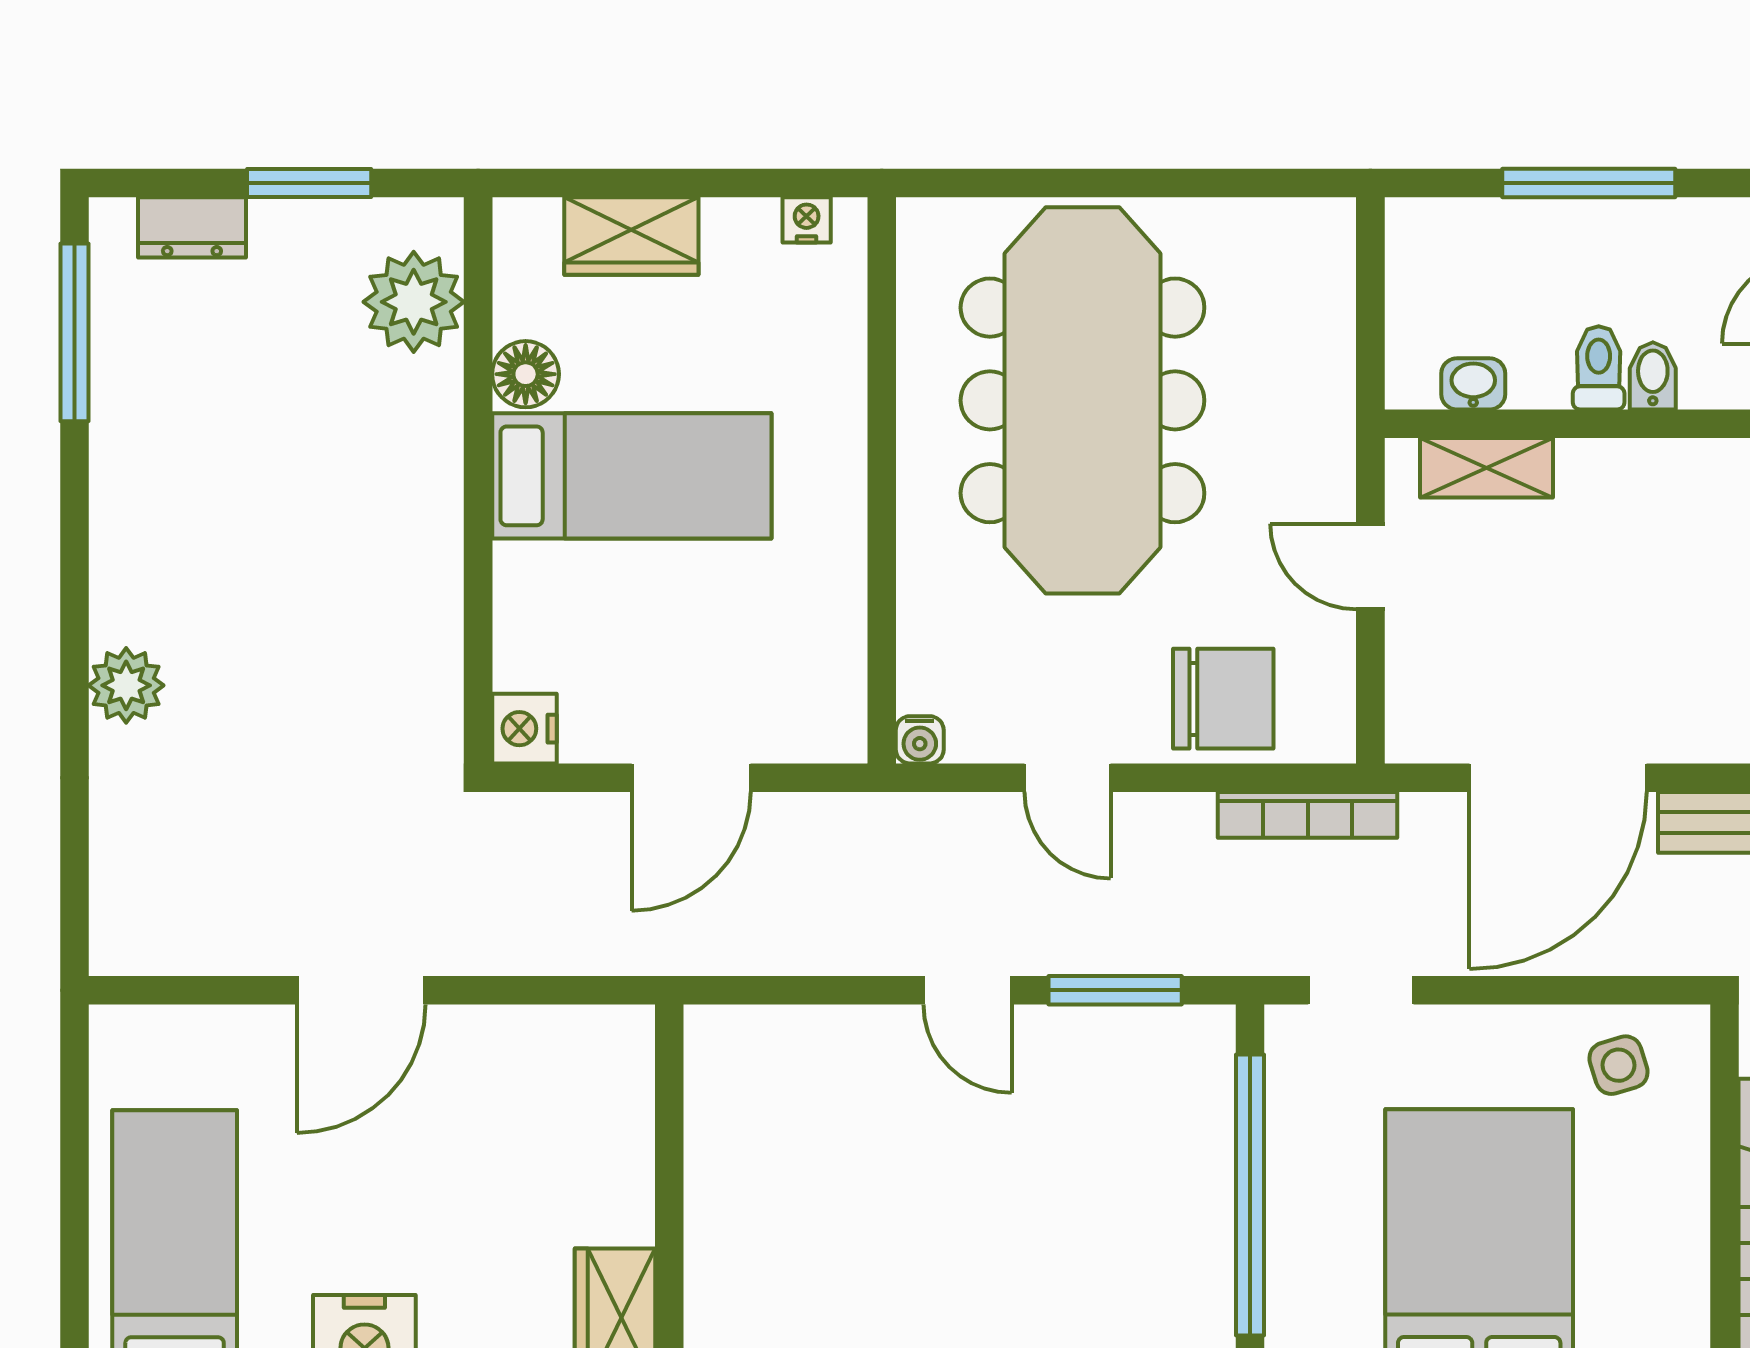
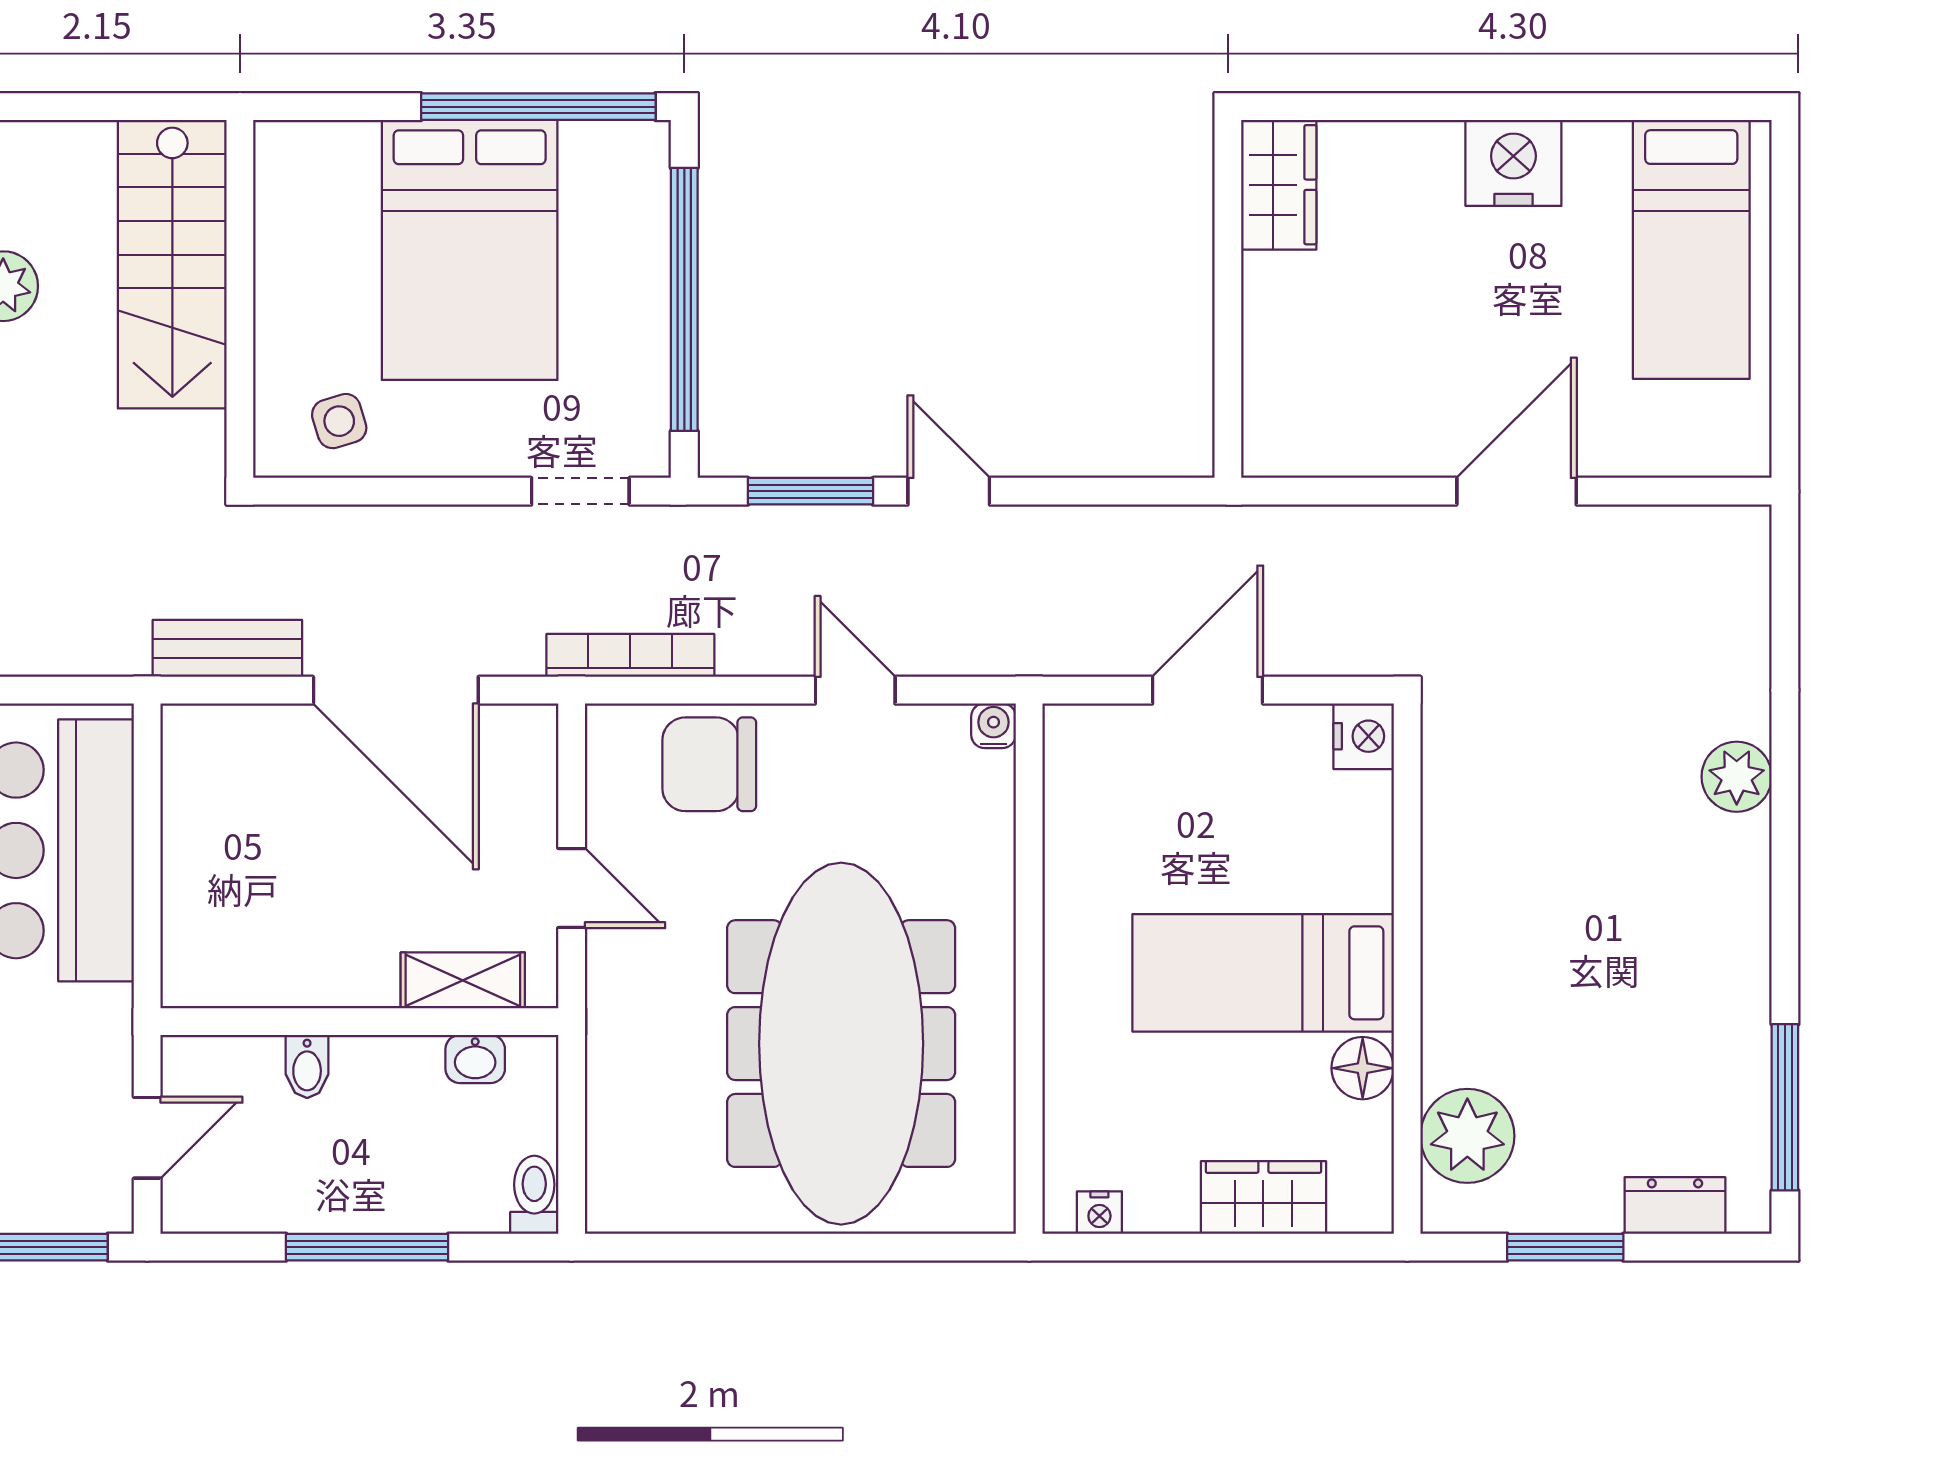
toilet: (1599, 368) -> (534, 1195), moved, turned 180
door: (1558, 778) -> (396, 690), swing flipped

